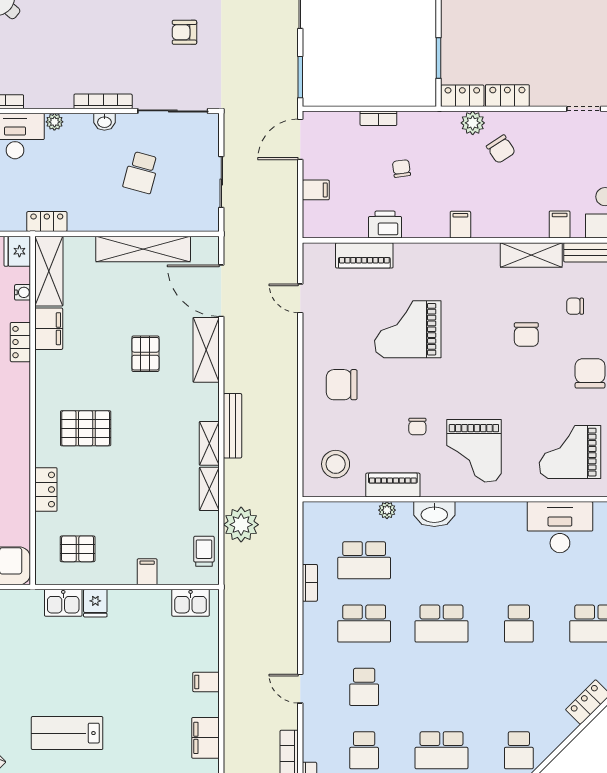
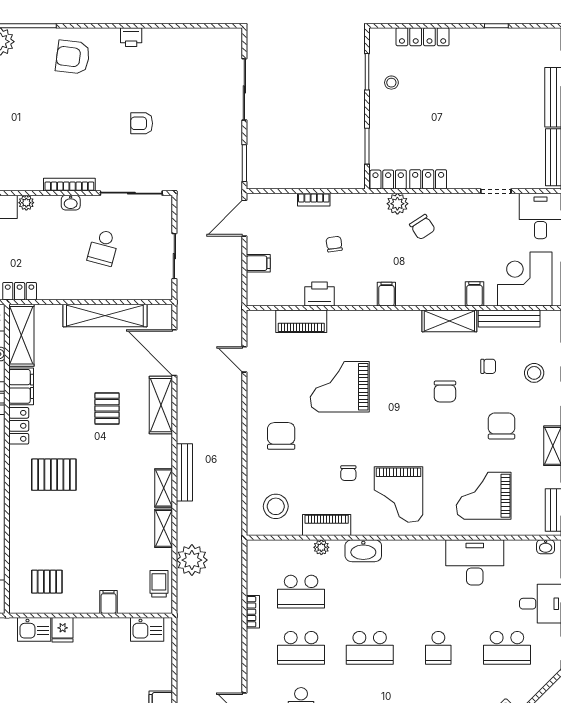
chair: (575, 306) -> (488, 366), turned 180
chair: (342, 385) -> (281, 436), turned 90
locker: (46, 490) -> (19, 426), moved

